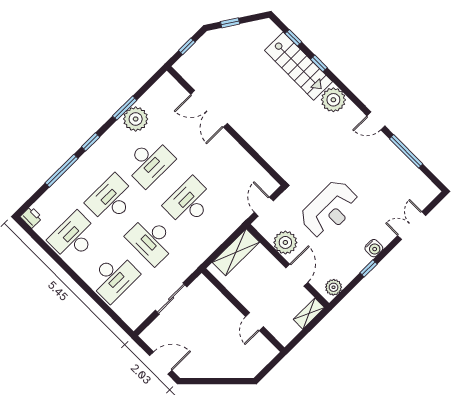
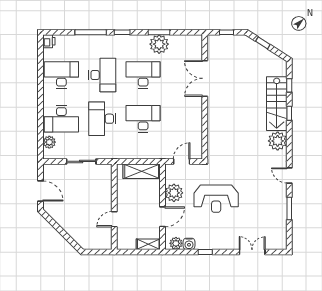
window: (406, 151) -> (289, 208), width x0.69
desk: (149, 162) -> (143, 75), turned 180
desk: (111, 200) -> (102, 75), turned 90
water cooler: (374, 248) -> (189, 244), moved
plant: (124, 310) -> (49, 142), added

